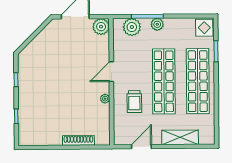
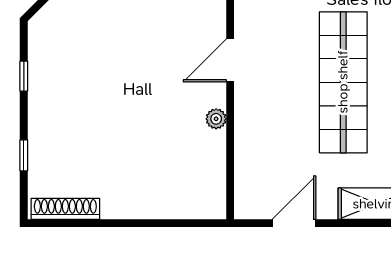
trolley: (134, 102) -> (279, 126), removed
shoe rack: (78, 140) -> (65, 209), moved

